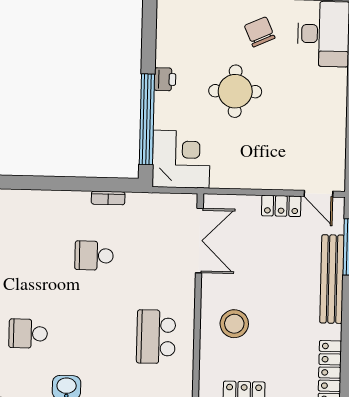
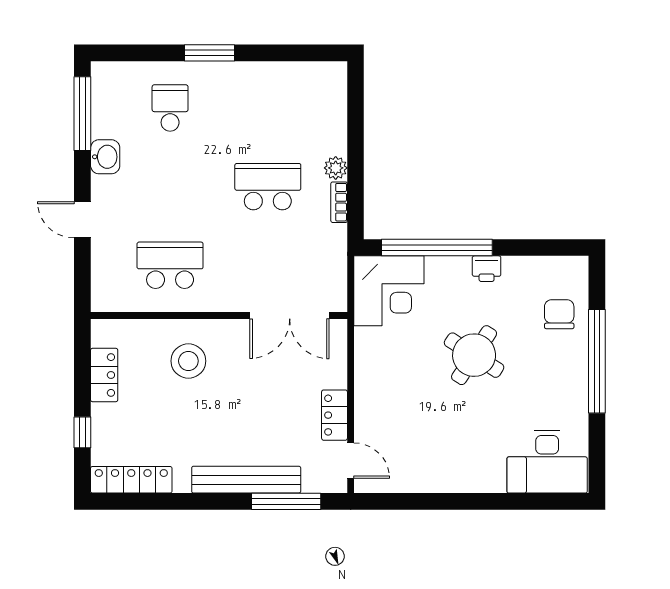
chair: (260, 32) -> (559, 314), moved, turned -66
round table: (235, 91) -> (474, 355), turned 33
door: (318, 194) -> (351, 461), swing flipped
plant: (80, 200) -> (336, 168), added
school desk: (94, 256) -> (268, 187), width x1.85

